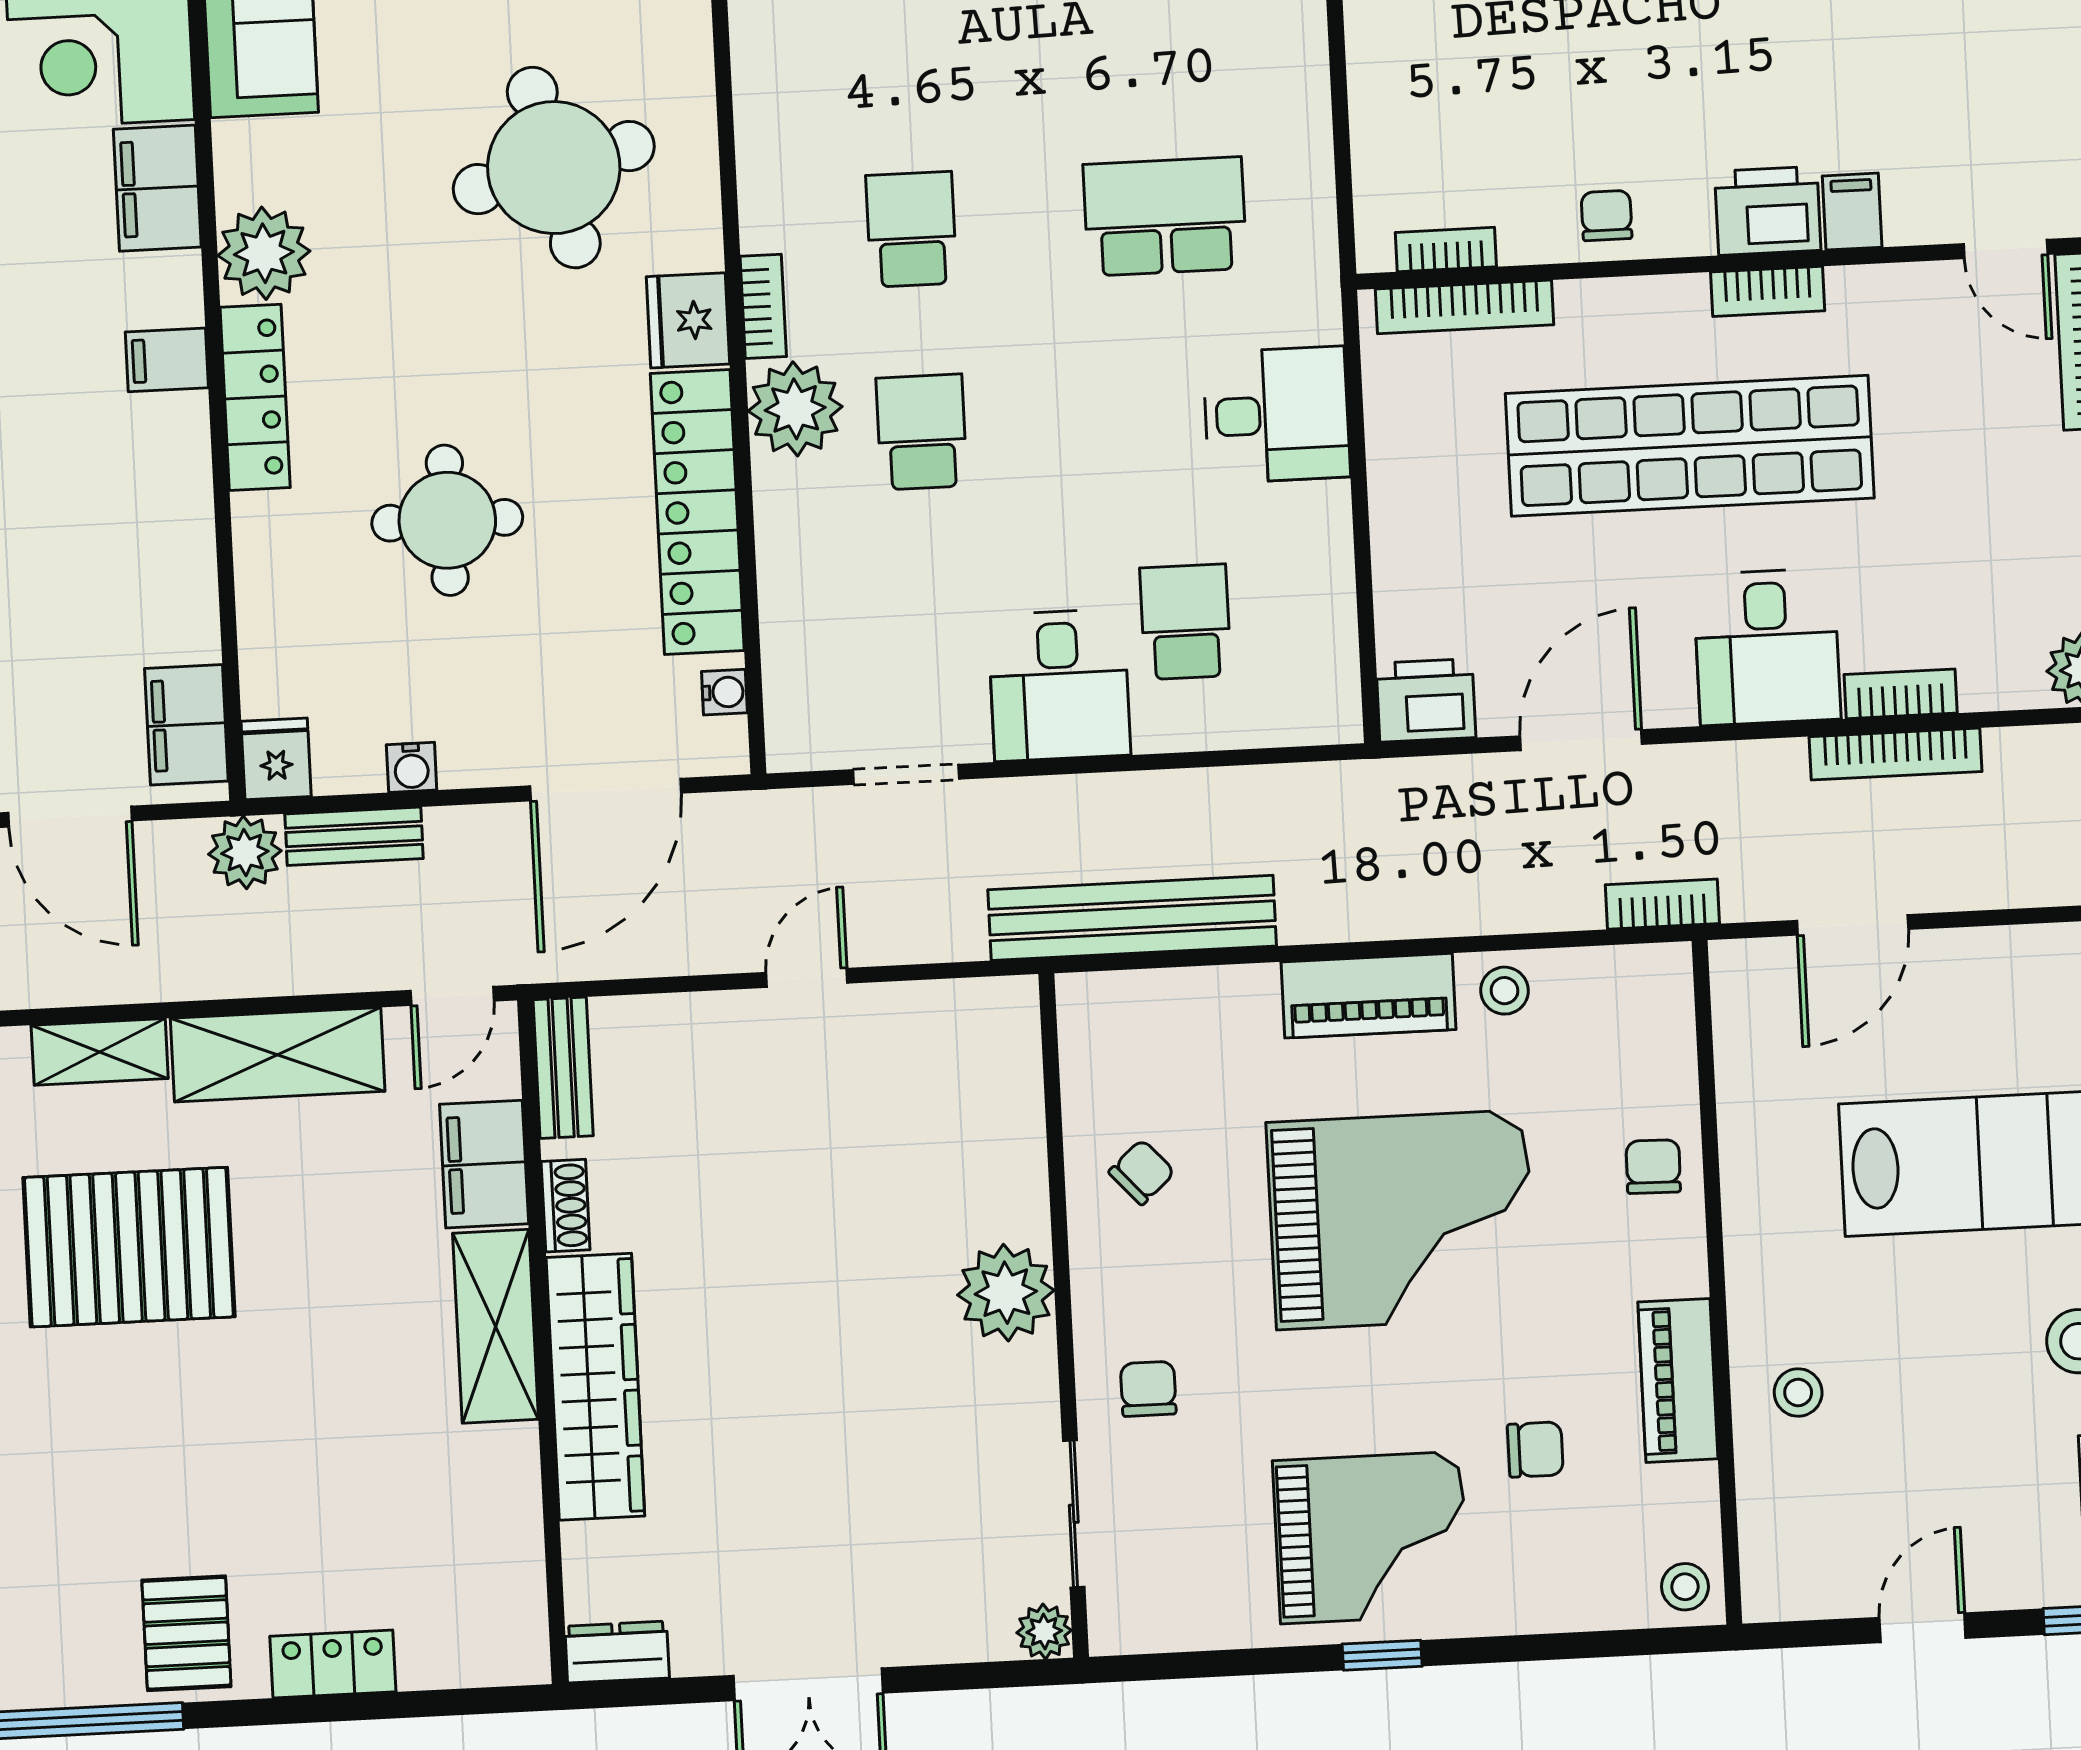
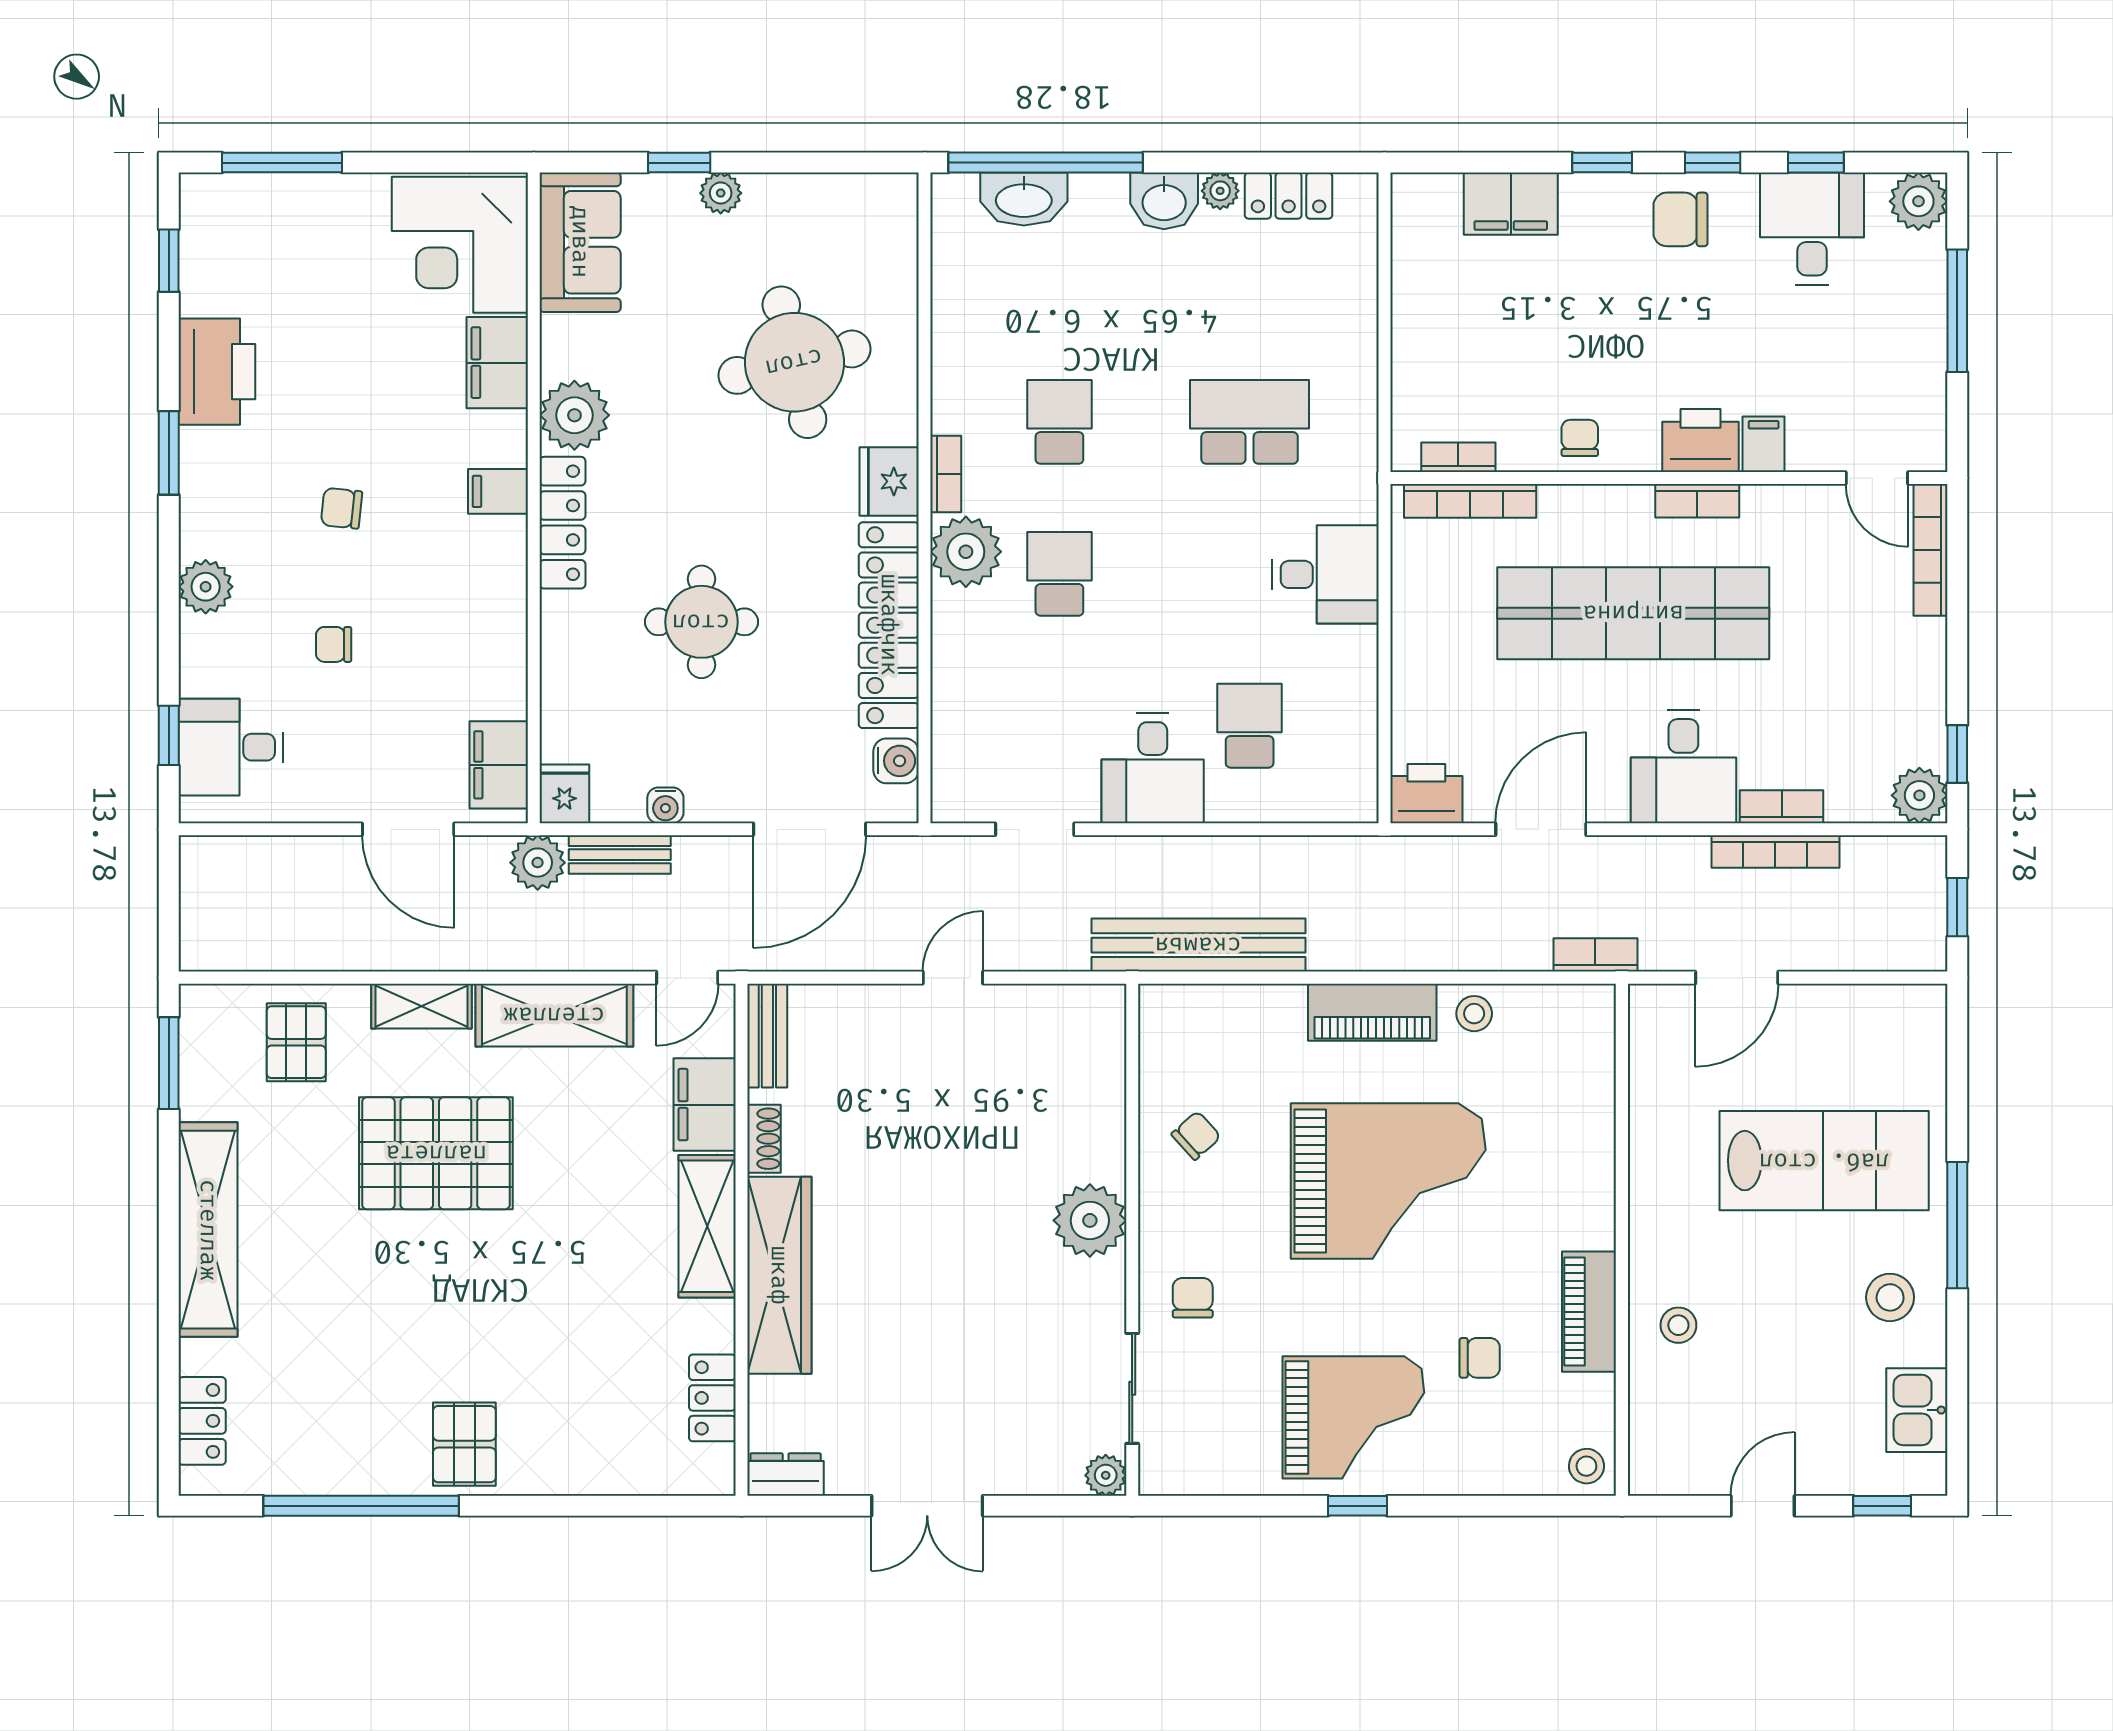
water cooler: (724, 692) -> (896, 761), width x1.38, depth x1.38
chair: (1653, 1167) -> (1579, 1151), removed
locker: (333, 1664) -> (712, 1398), moved, turned -90

